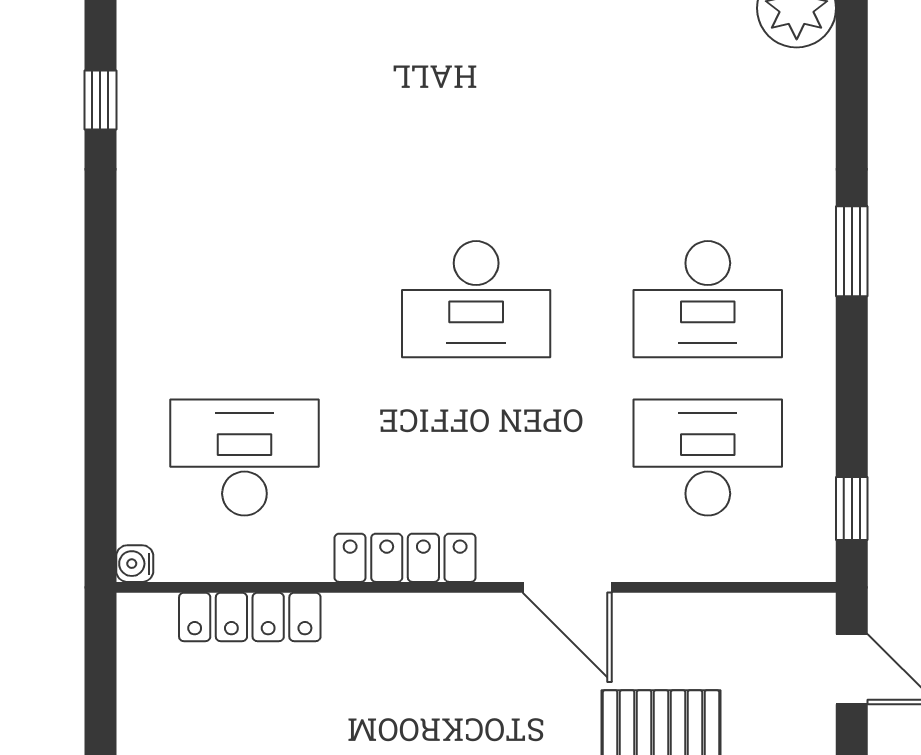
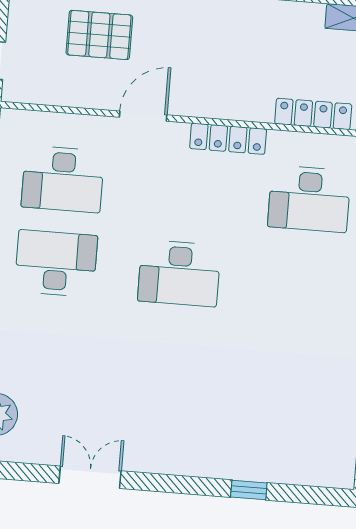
desk: (476, 299) -> (179, 273), turned 180
door: (567, 587) -> (143, 116), hinge flipped

